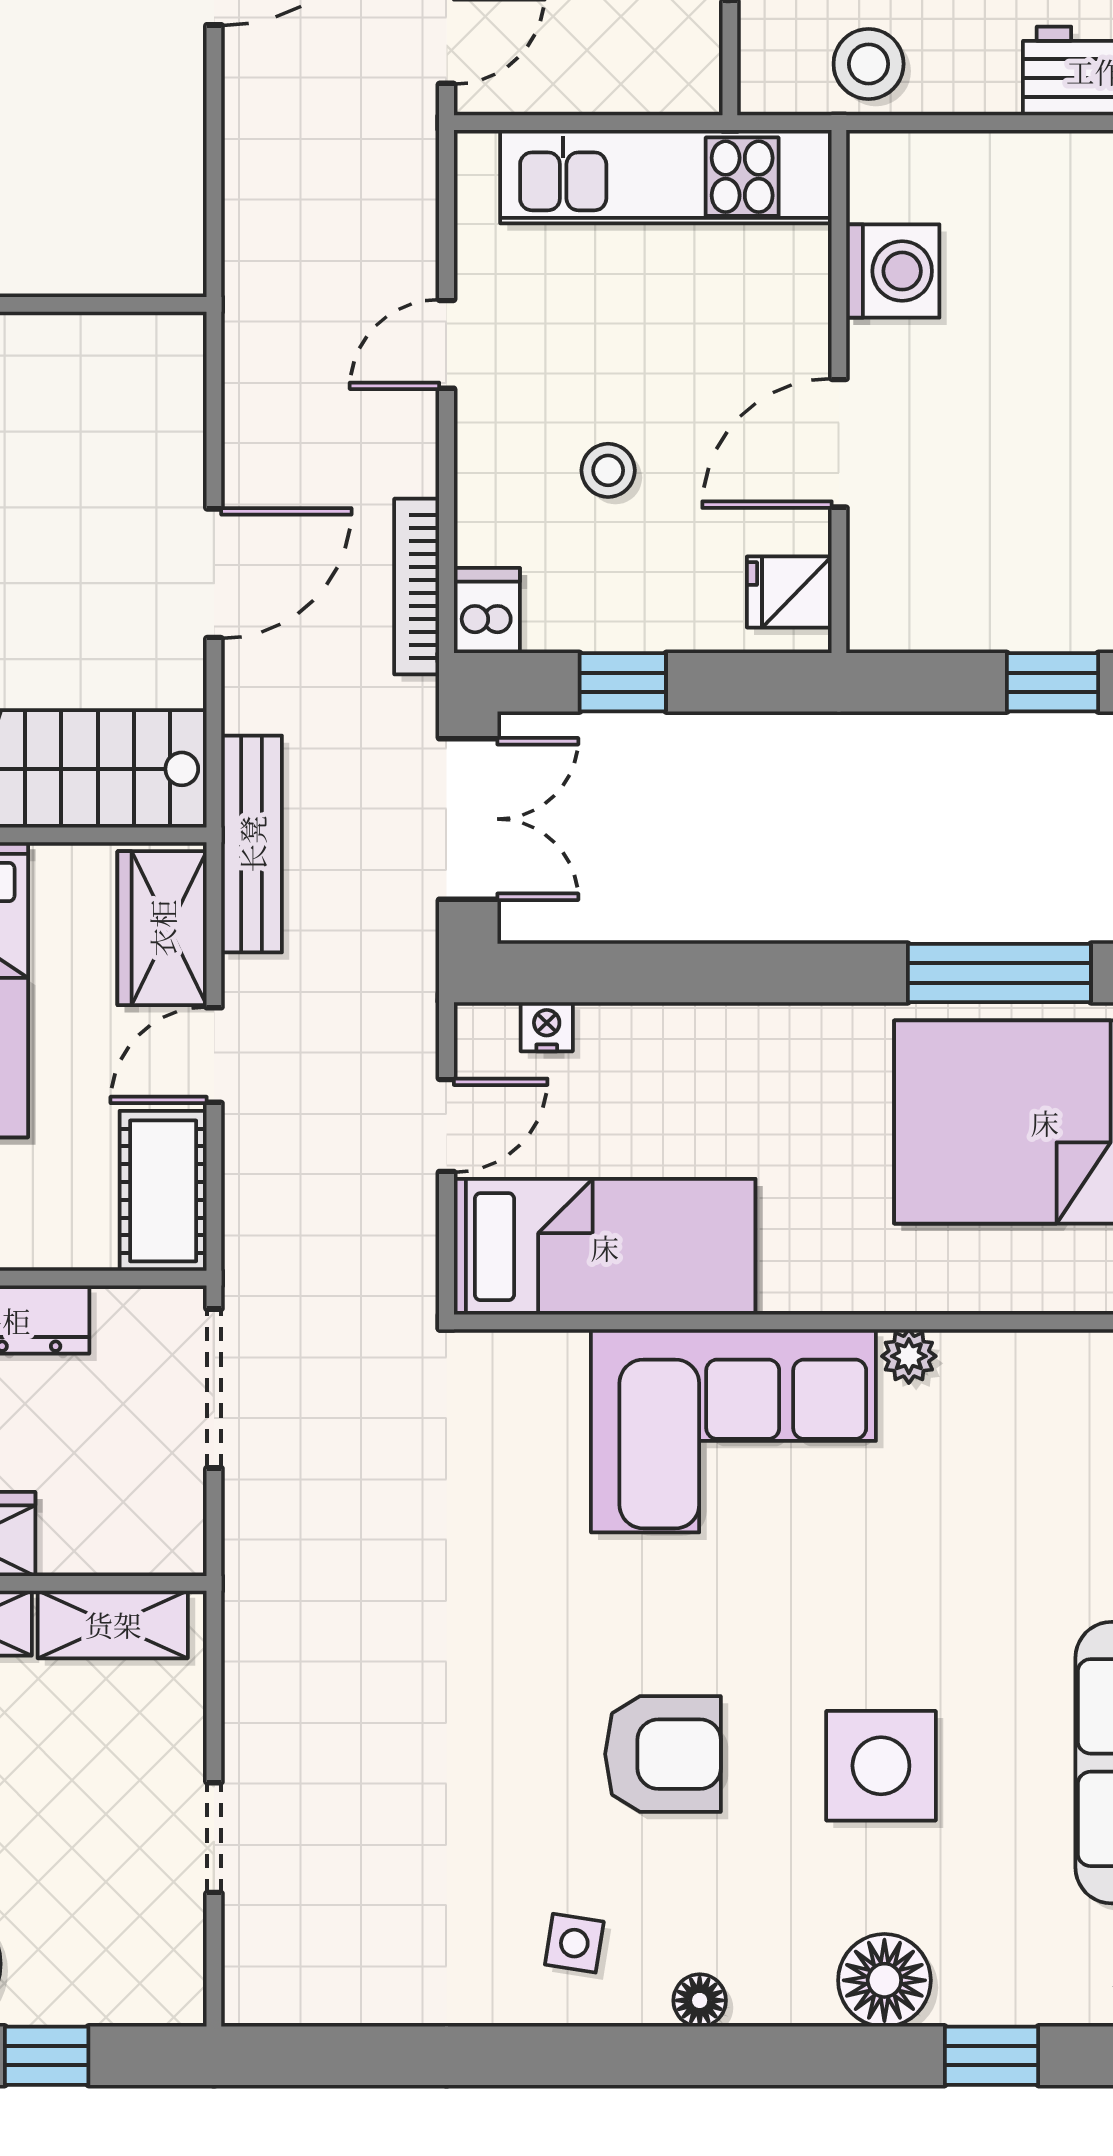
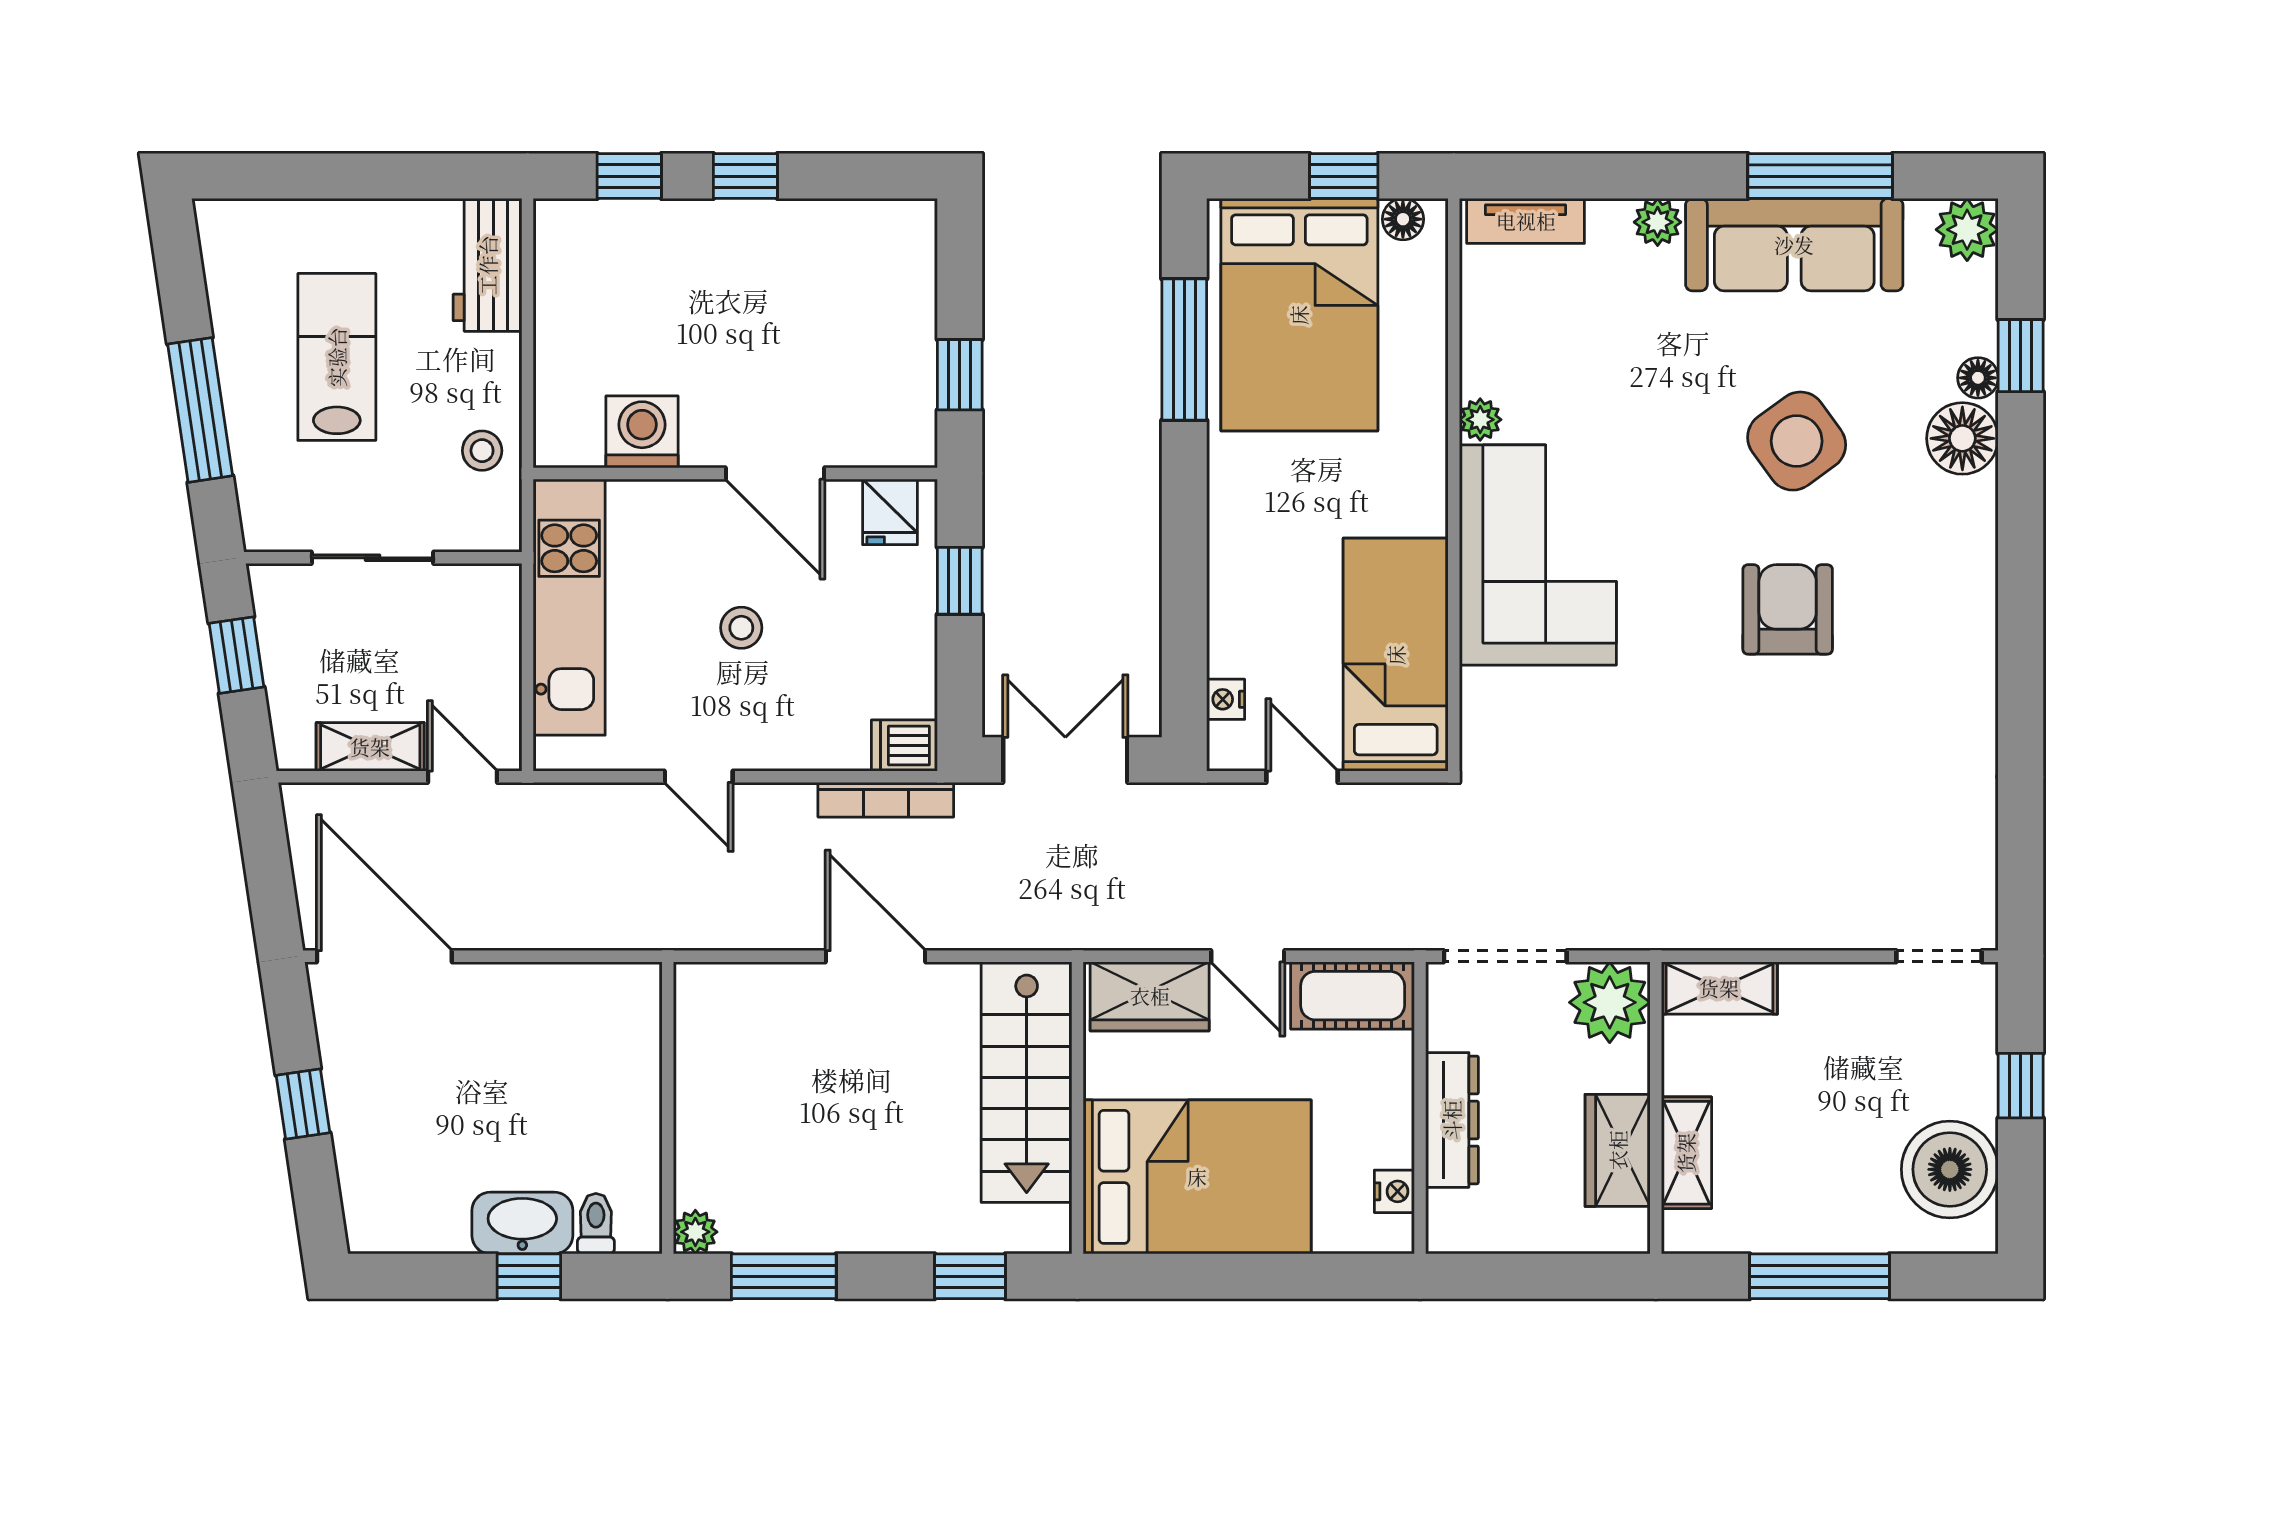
stool: (869, 64) -> (482, 451), width x0.73, depth x0.73
stool: (608, 470) -> (741, 628), moved
window: (623, 682) -> (960, 581), moved
window: (1052, 682) -> (960, 375), moved
bench: (252, 844) -> (1085, 927), removed
plant: (154, 1524) -> (1610, 1002), added
shelving: (113, 1624) -> (1719, 988), moved, turned 90
side table: (881, 1766) -> (1797, 441), turned -36
doorway: (214, 1838) -> (1939, 956), moved
side table: (574, 1943) -> (1934, 678), removed
floor lamp: (700, 2000) -> (1978, 378), moved

